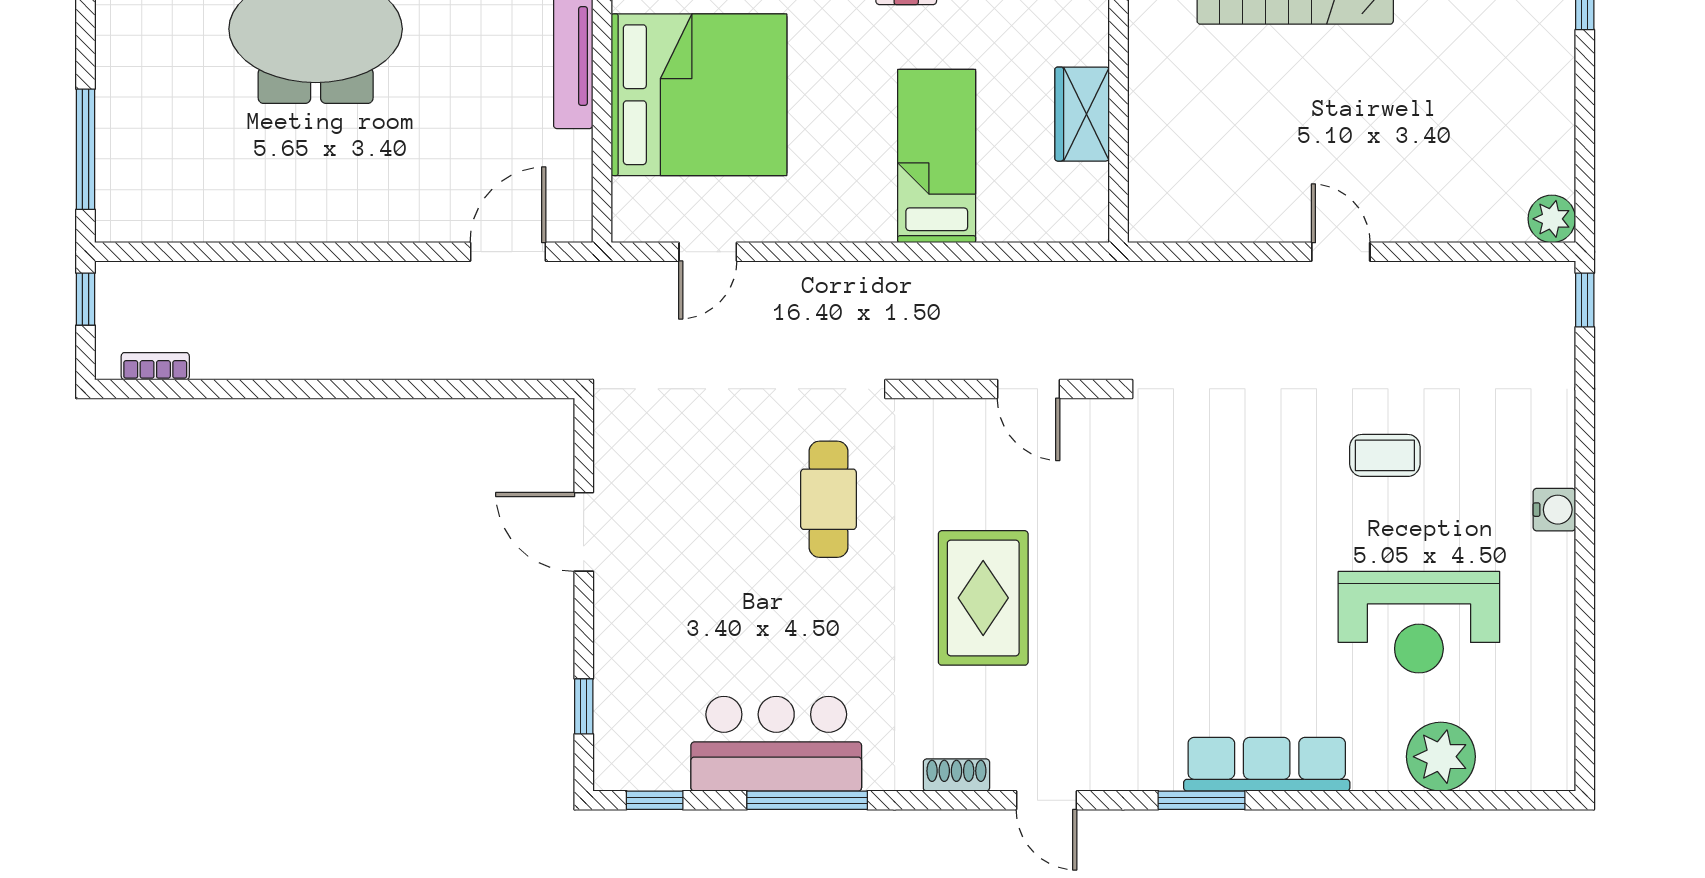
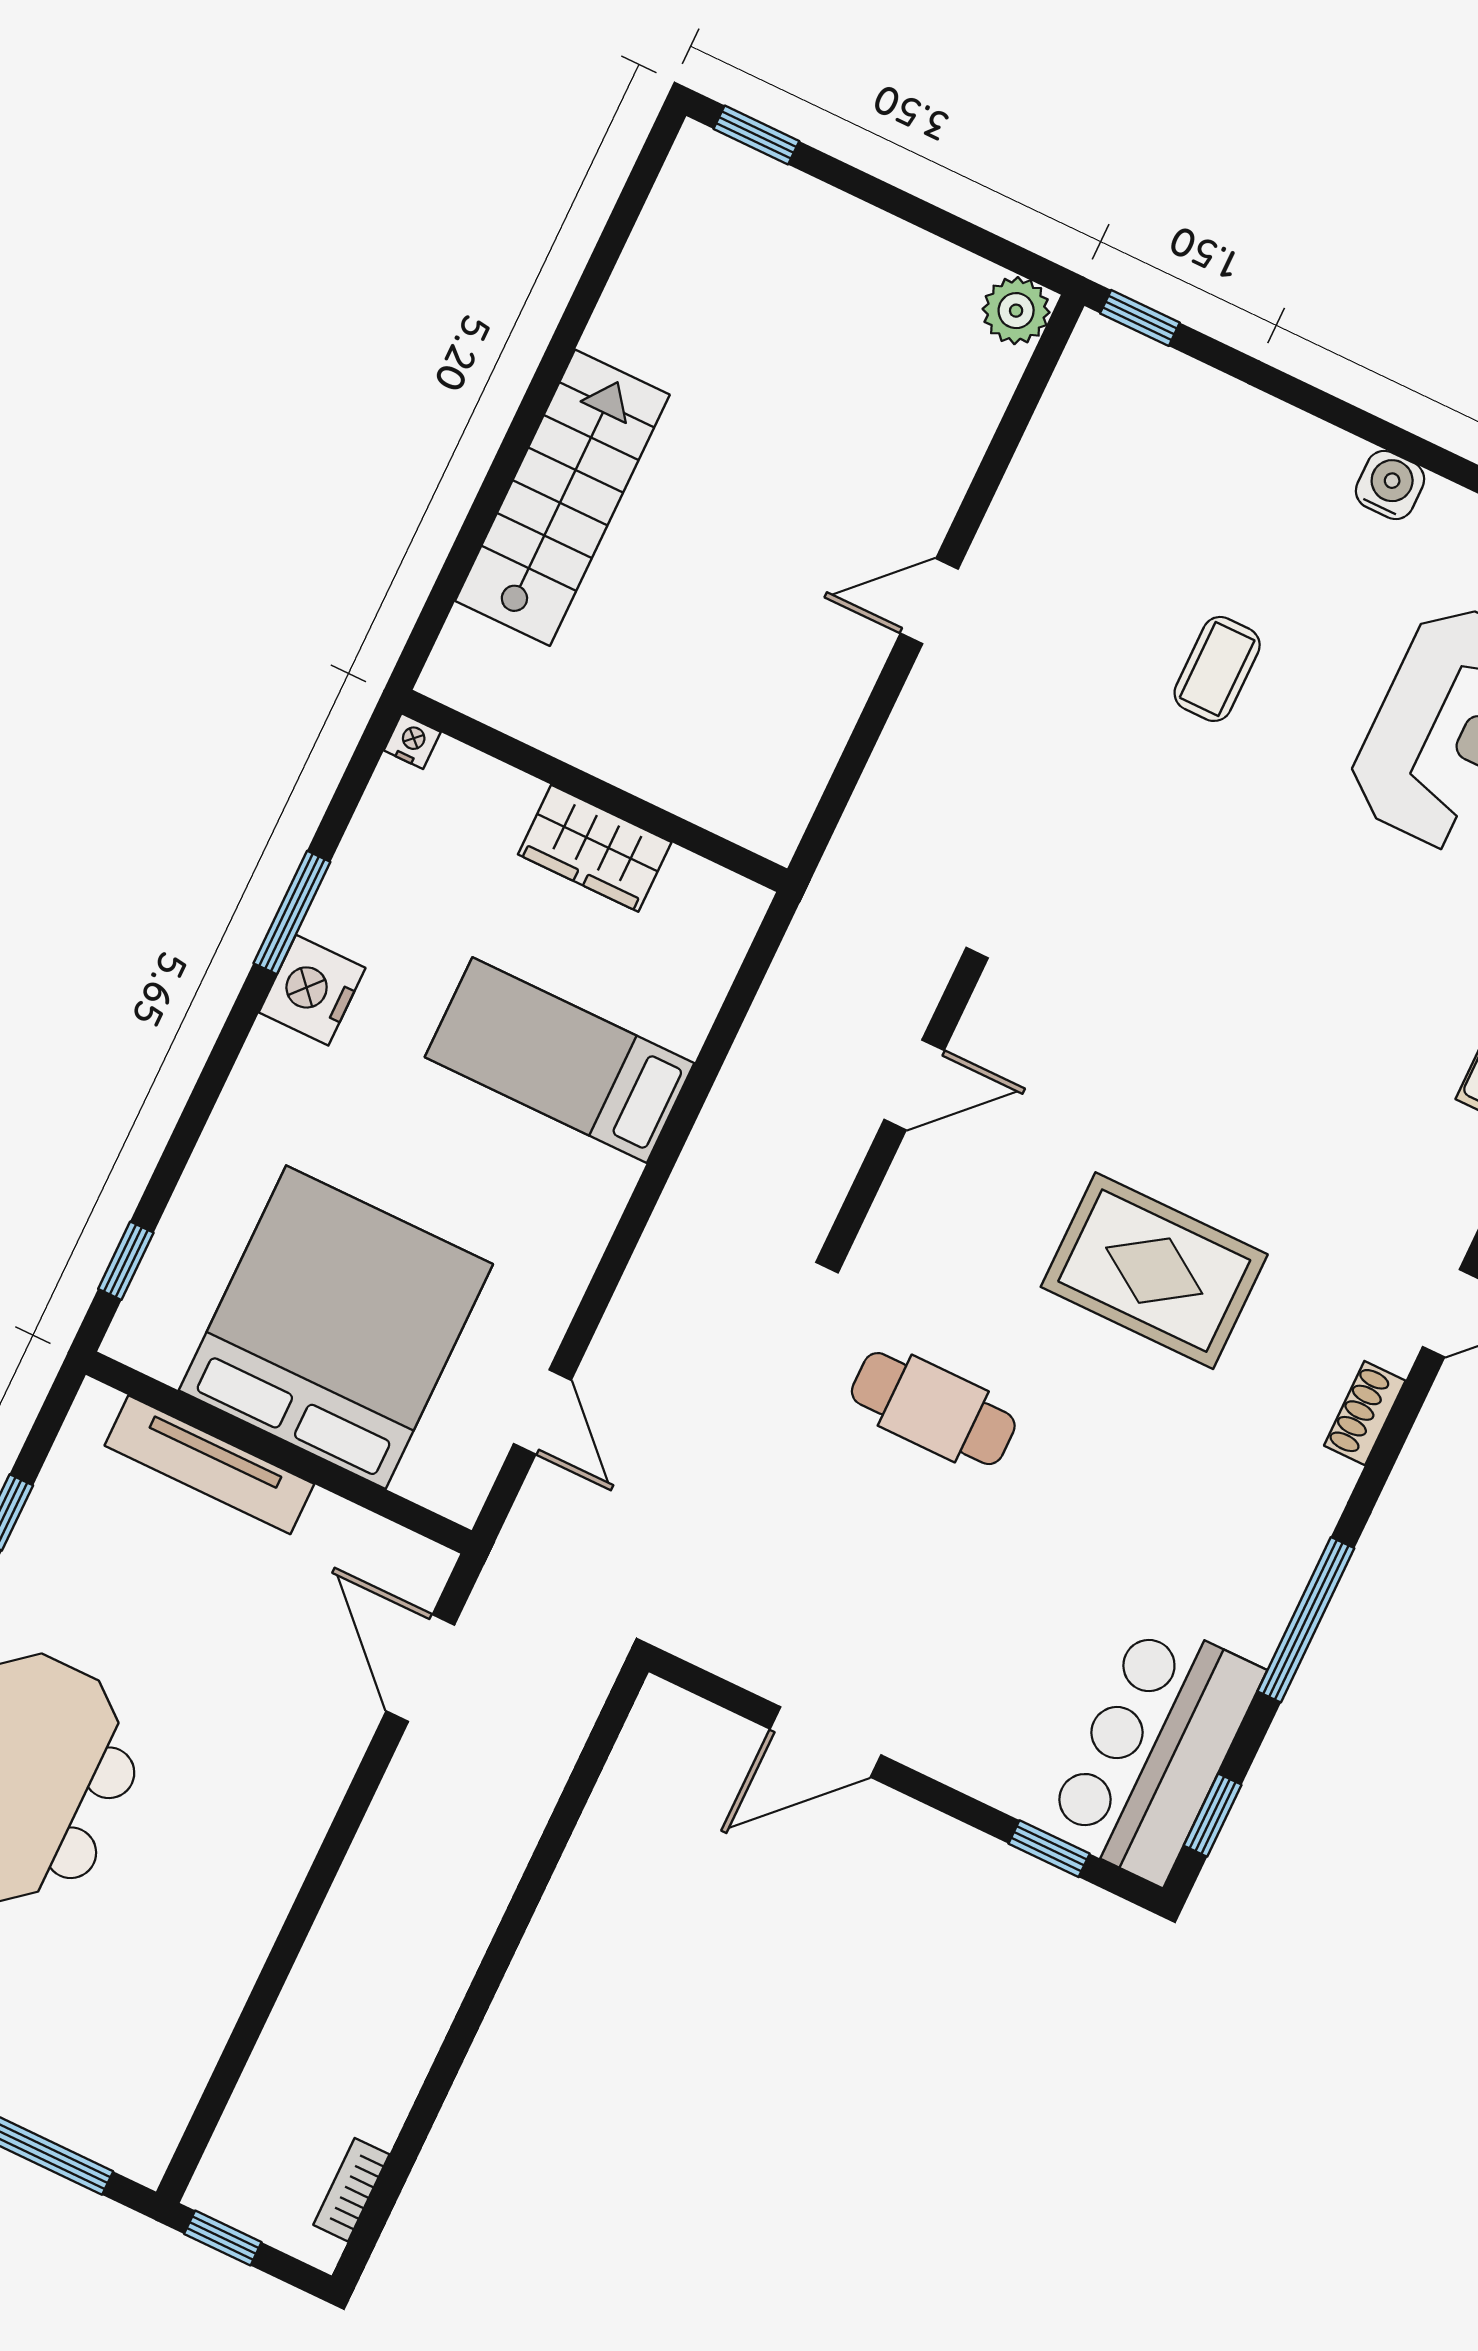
bar counter: (776, 744) -> (1155, 1751), moved

